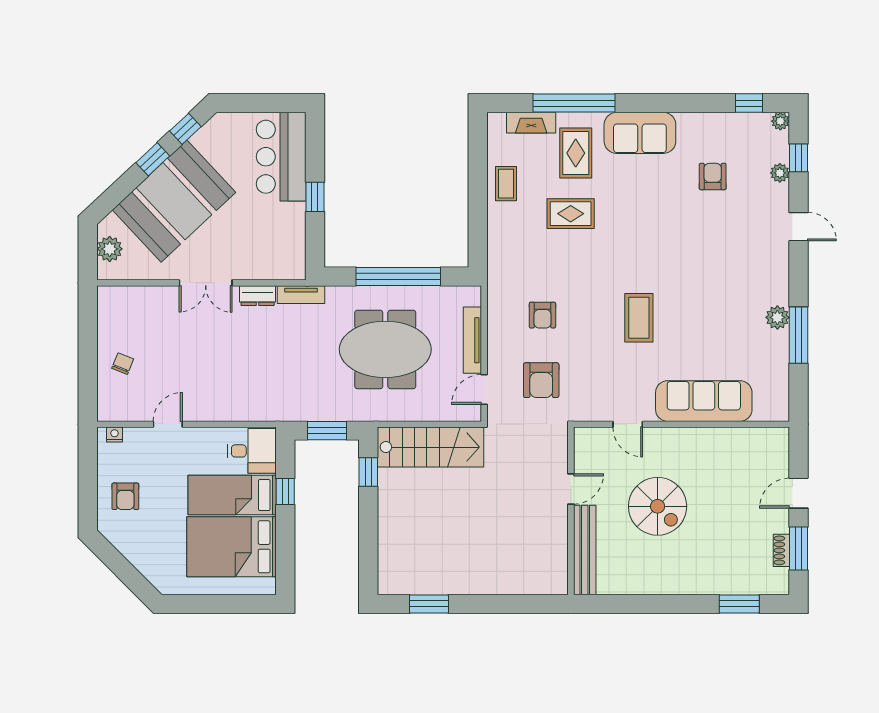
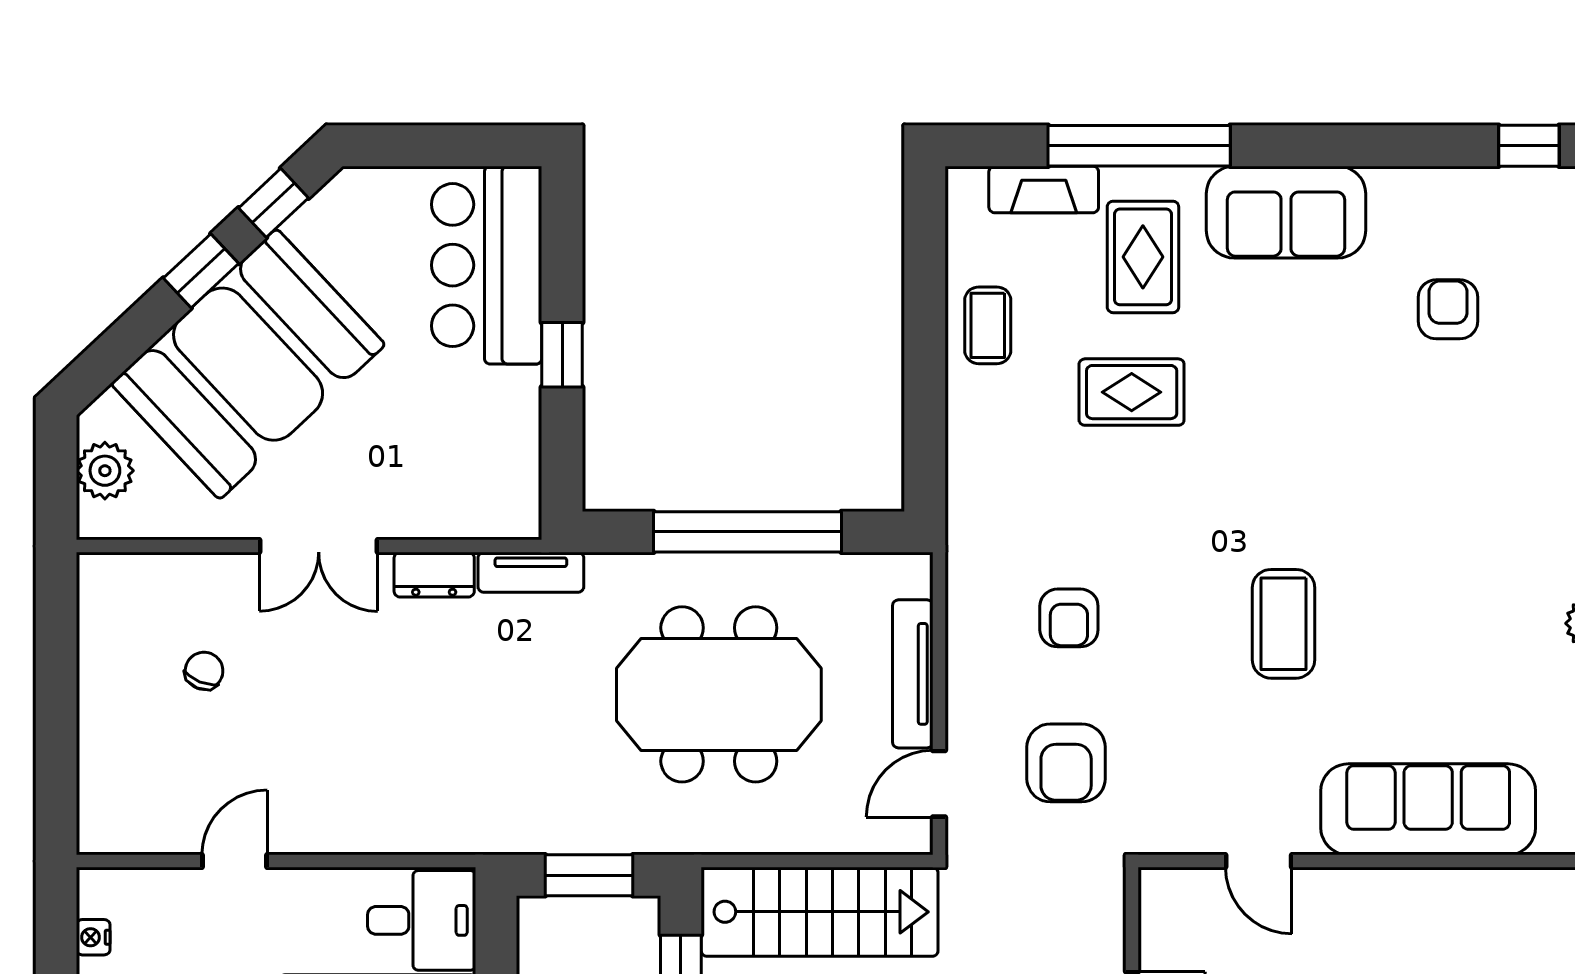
chair: (123, 364) -> (204, 671), moved
nightstand: (114, 435) -> (93, 937), moved, turned -90

